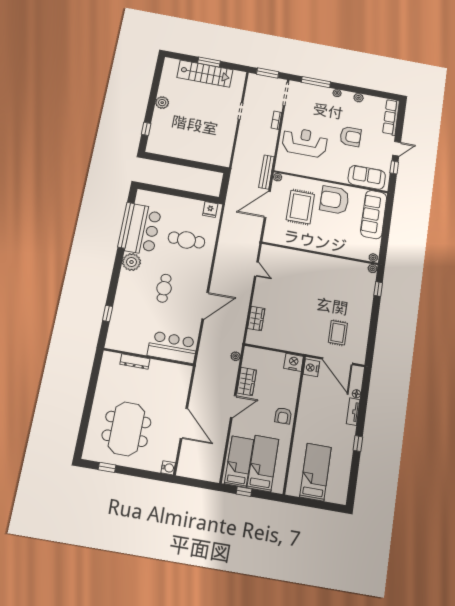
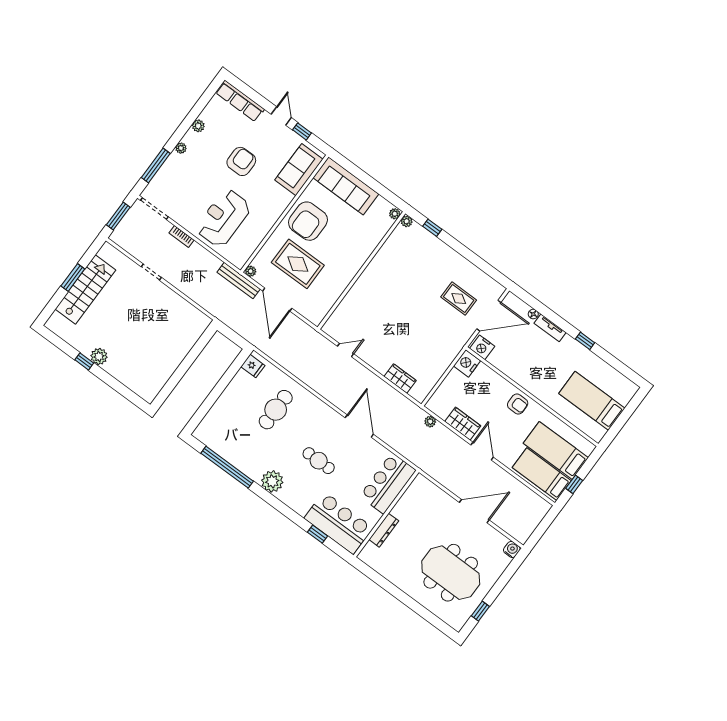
window: (146, 129) -> (84, 361), moved
bar counter: (143, 230) -> (338, 523), moved

